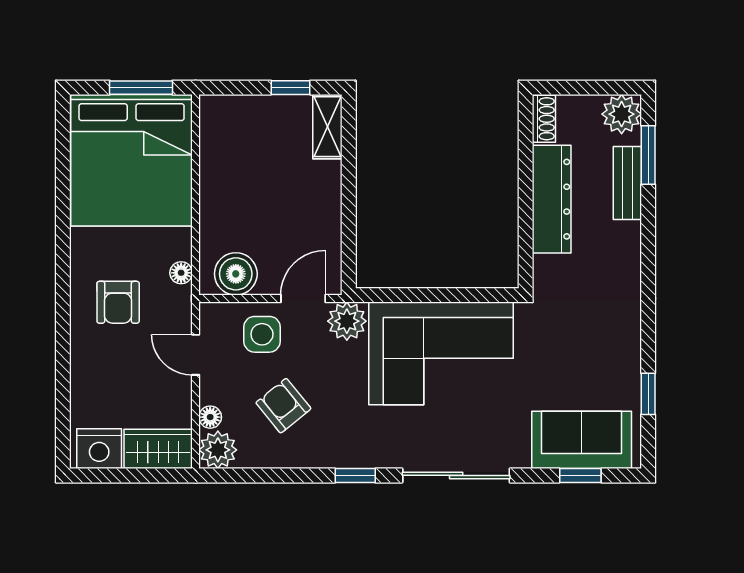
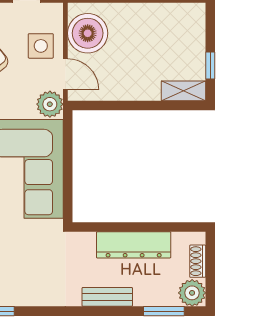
shoe rack: (544, 119) -> (198, 261), moved, turned 90
bench: (627, 183) -> (107, 297), moved
boiler: (236, 274) -> (88, 33), width x1.37, depth x1.37

